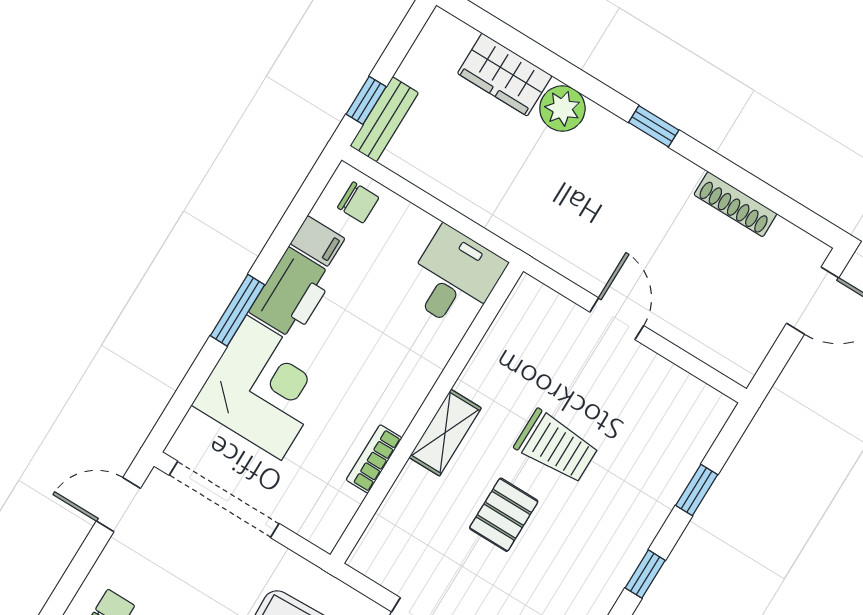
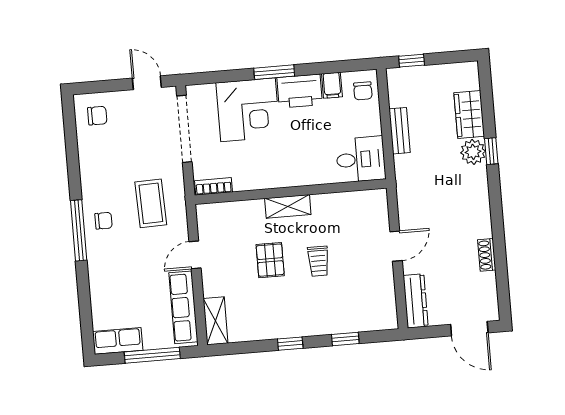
bench: (384, 119) -> (400, 131), moved, turned 90
window: (654, 126) -> (491, 151), moved
shoe rack: (735, 204) -> (487, 255), width x0.70
dresser: (716, 349) -> (416, 301), added
trolley: (556, 446) -> (318, 261), width x0.73, depth x0.72
bookcase: (374, 459) -> (213, 186), moved
pallet: (504, 515) -> (270, 260), turned 90

